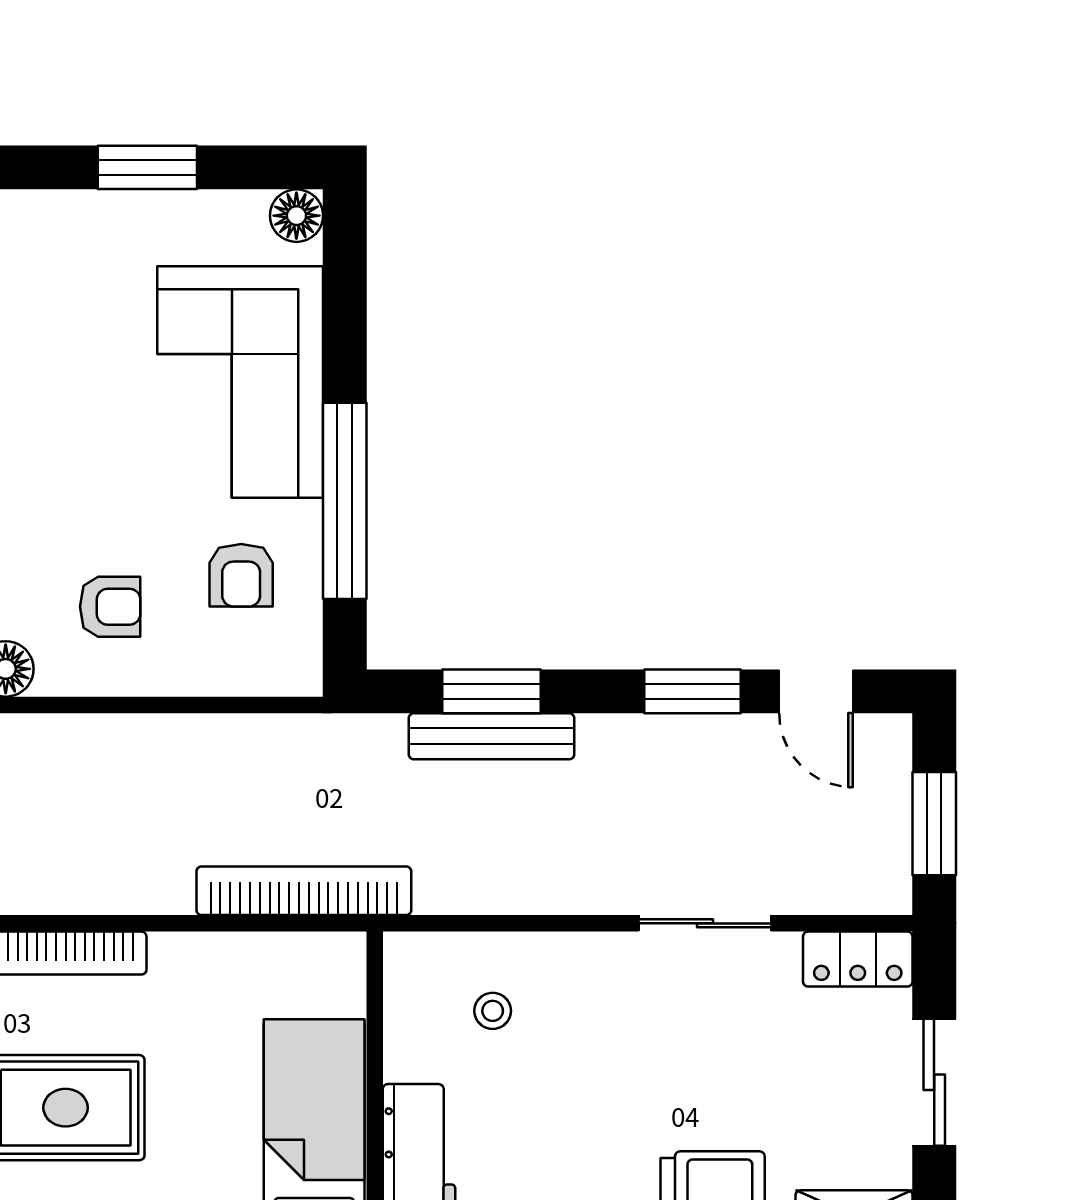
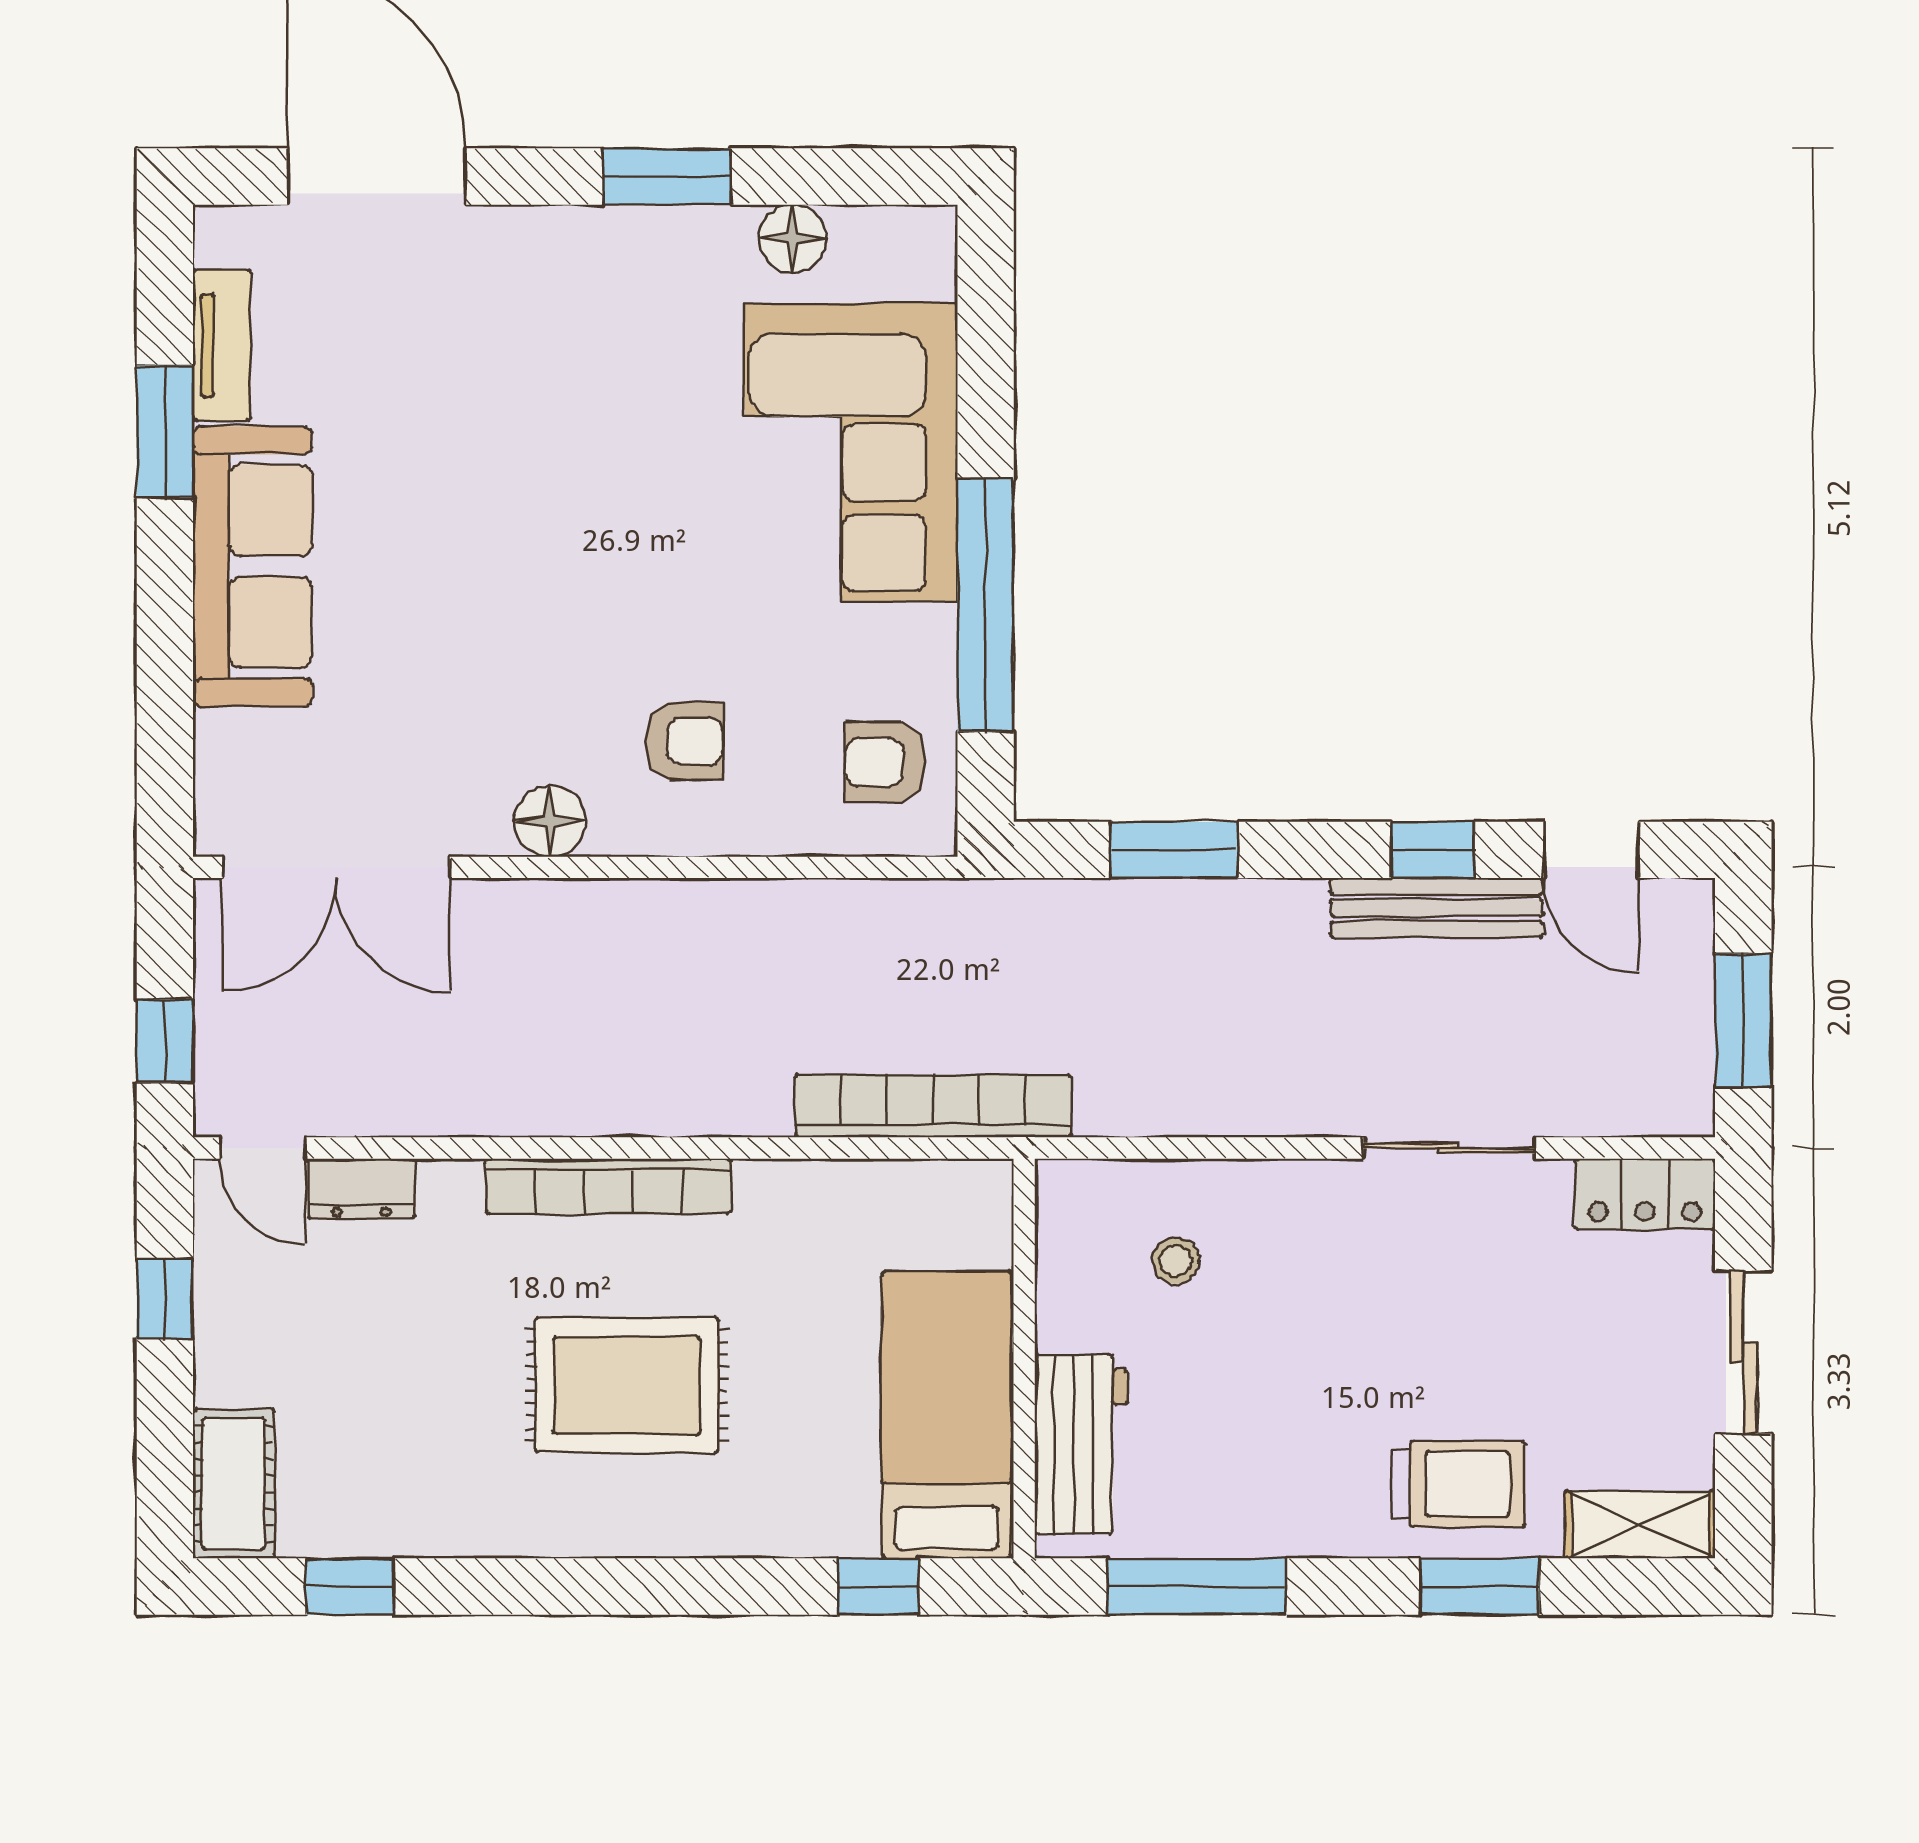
window: (147, 167) -> (667, 176), moved
floor lamp: (296, 216) -> (793, 238), moved
armchair: (241, 575) -> (885, 762), moved, turned 90
window: (693, 691) -> (1433, 850), width x0.67
bench: (492, 736) -> (1437, 908), moved

